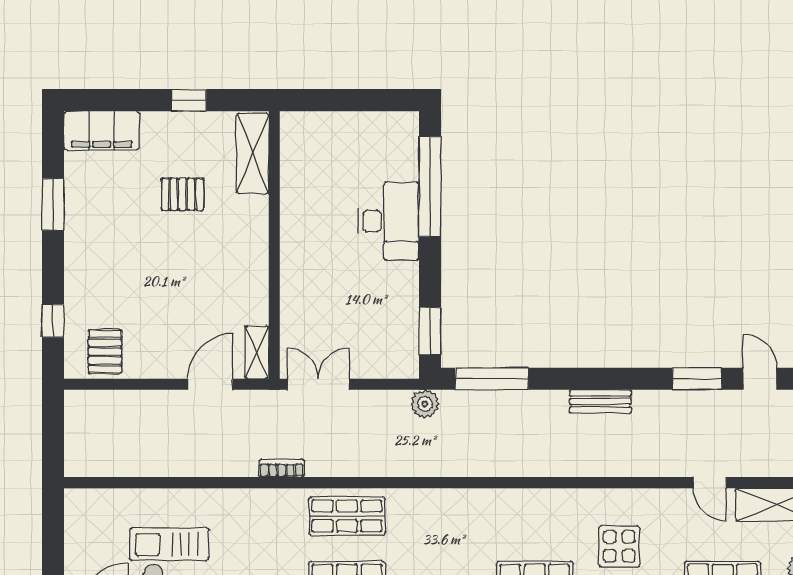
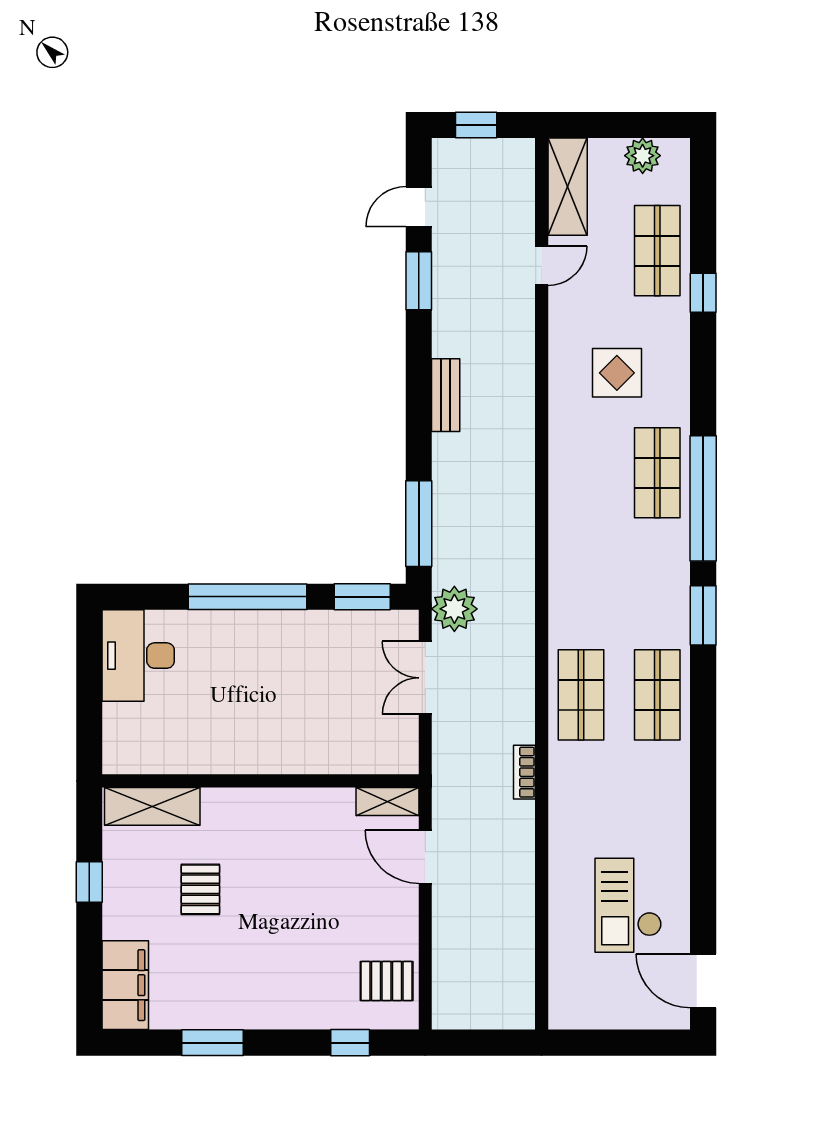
window: (430, 187) -> (247, 597), moved
desk: (389, 221) -> (138, 656), moved, turned -90
double door: (318, 384) -> (425, 678), moved
plant: (425, 404) -> (454, 609), width x1.36, depth x1.36

